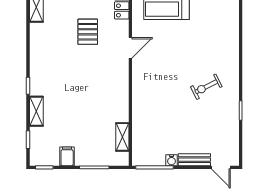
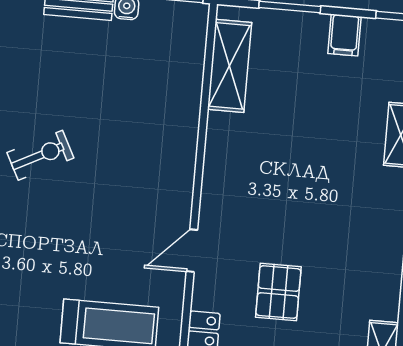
shelving: (122, 137) -> (230, 66), width x1.50, depth x1.33

